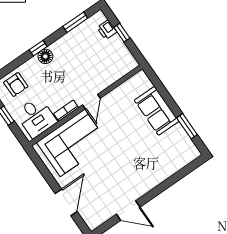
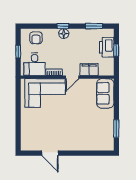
printer: (107, 30) -> (107, 47), width x1.87, depth x1.48
filing cabinet: (106, 78) -> (89, 70), added
sofa: (157, 111) -> (105, 93), moved
door: (66, 202) -> (18, 124), removed

